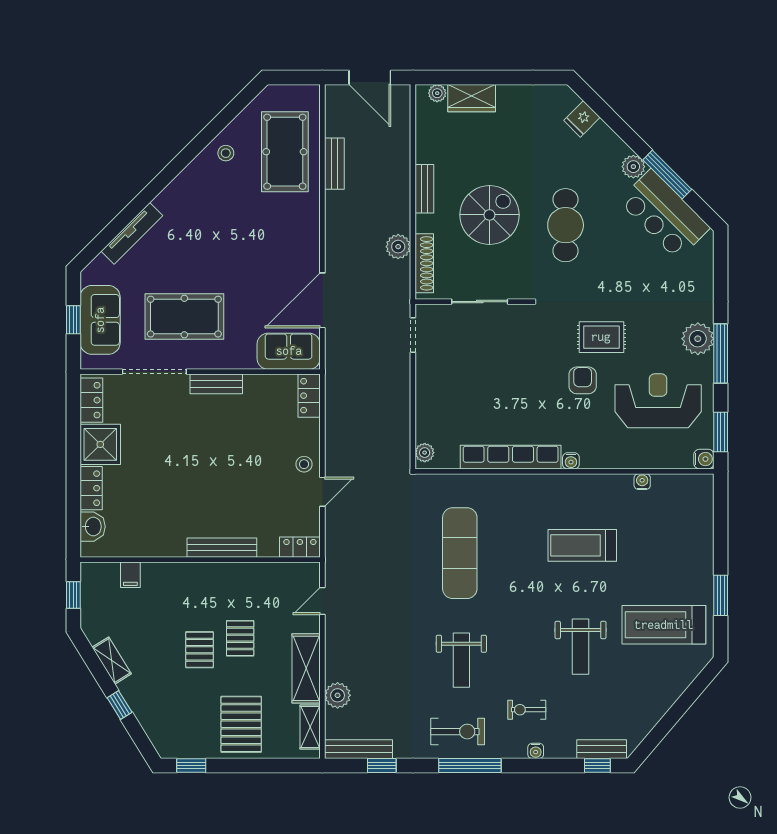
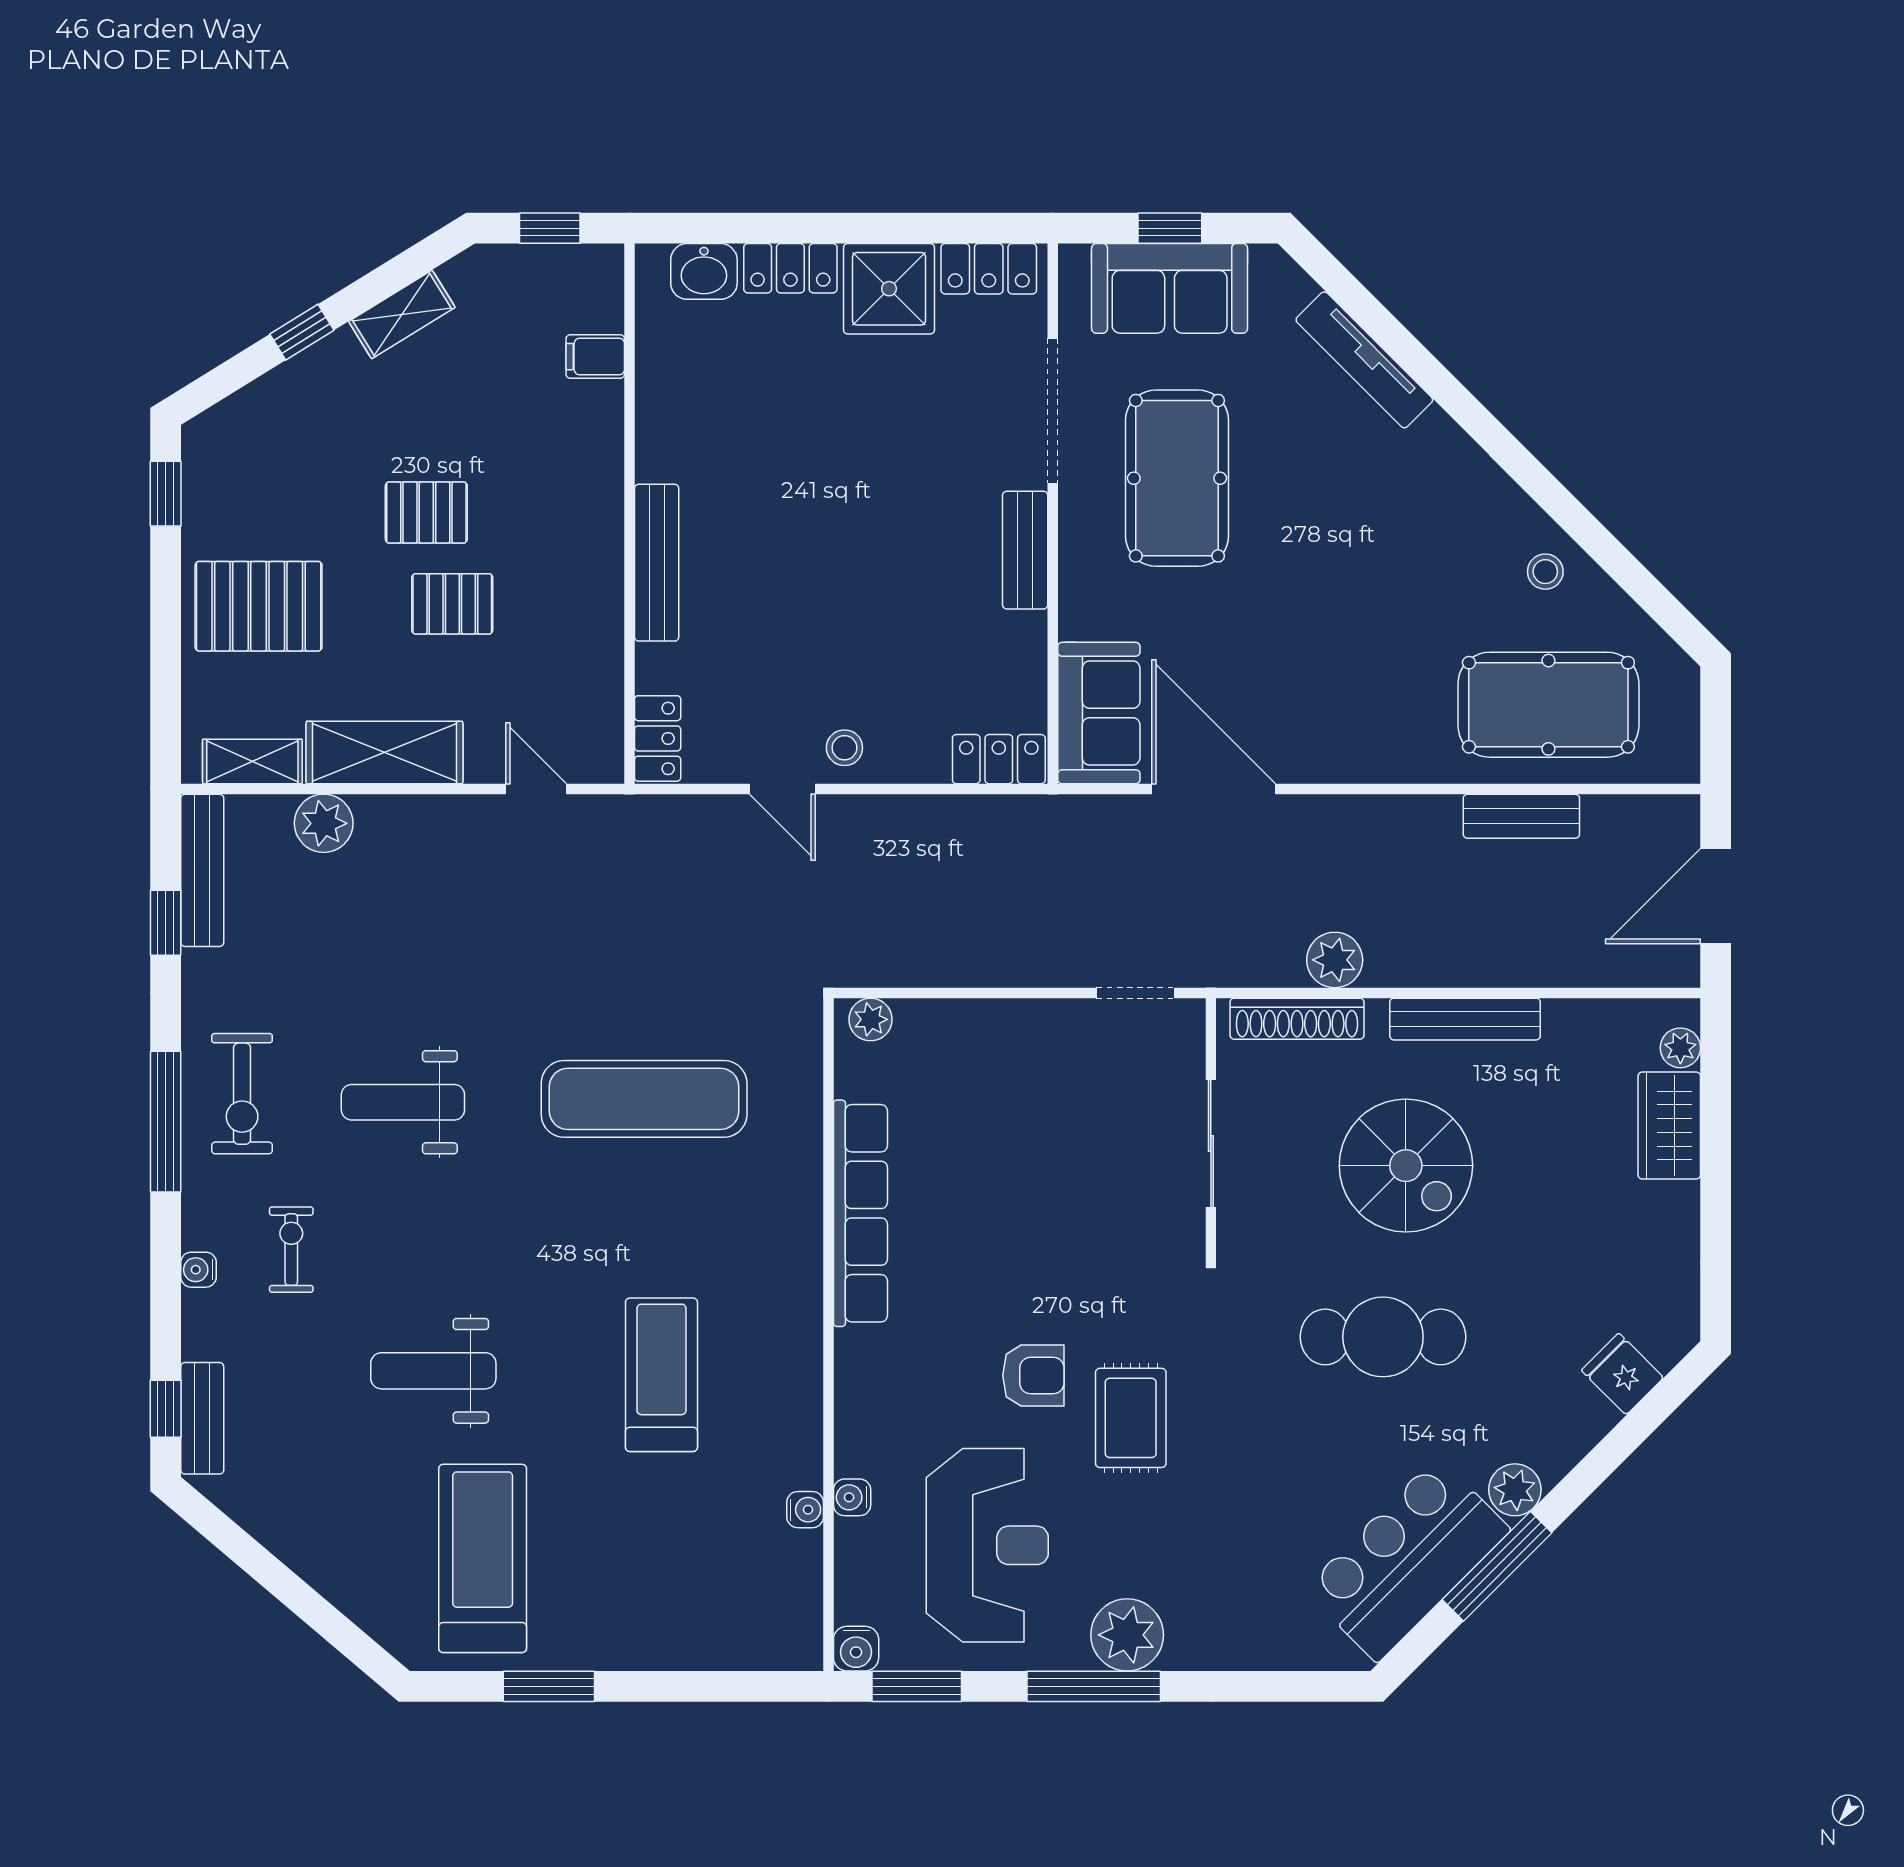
bench: (424, 189) -> (1465, 1019), width x1.36
water cooler: (571, 461) -> (852, 1497), moved

